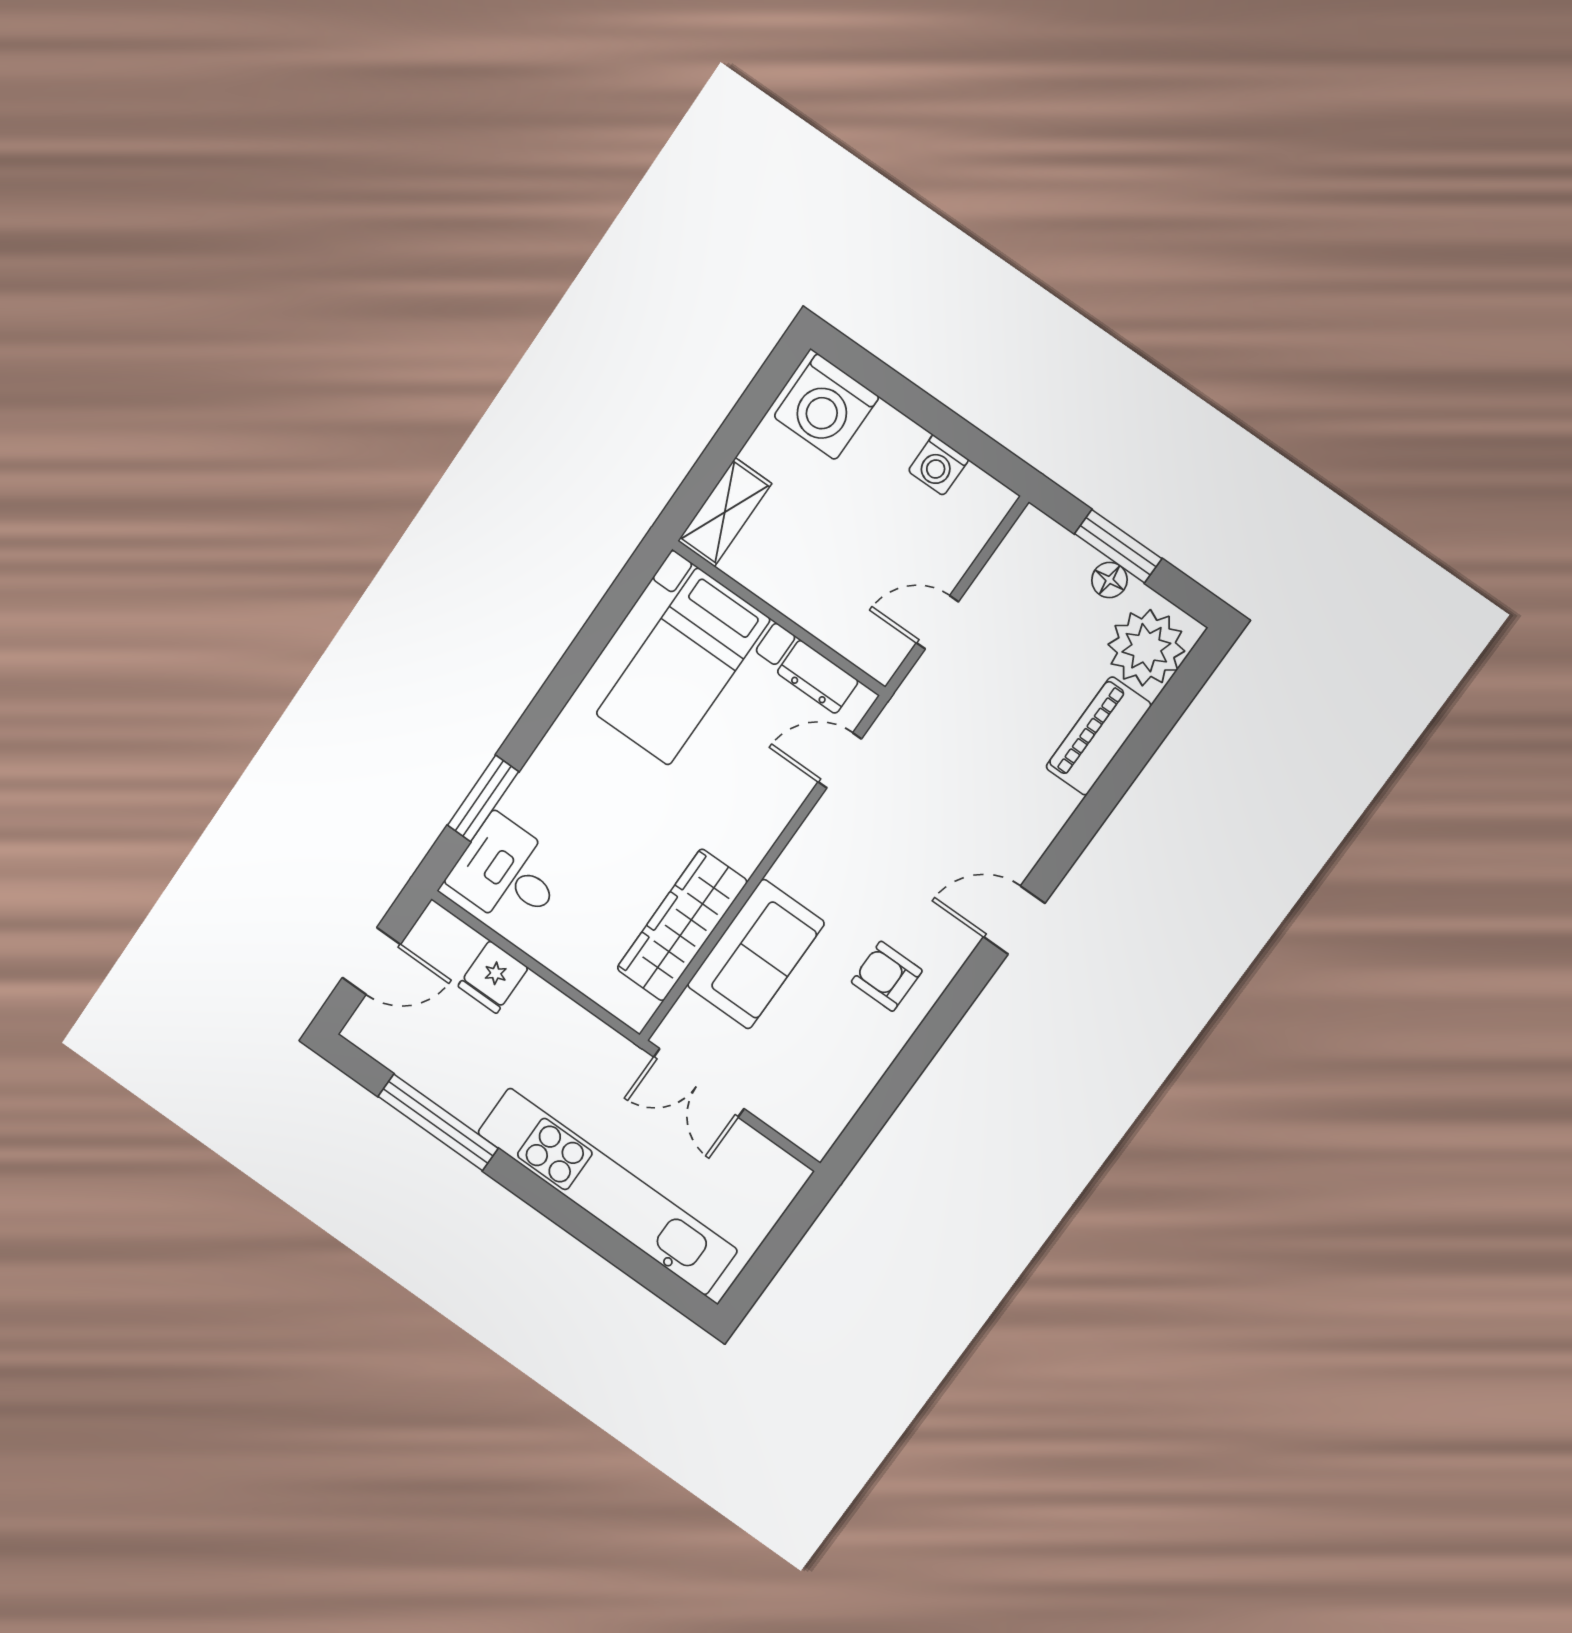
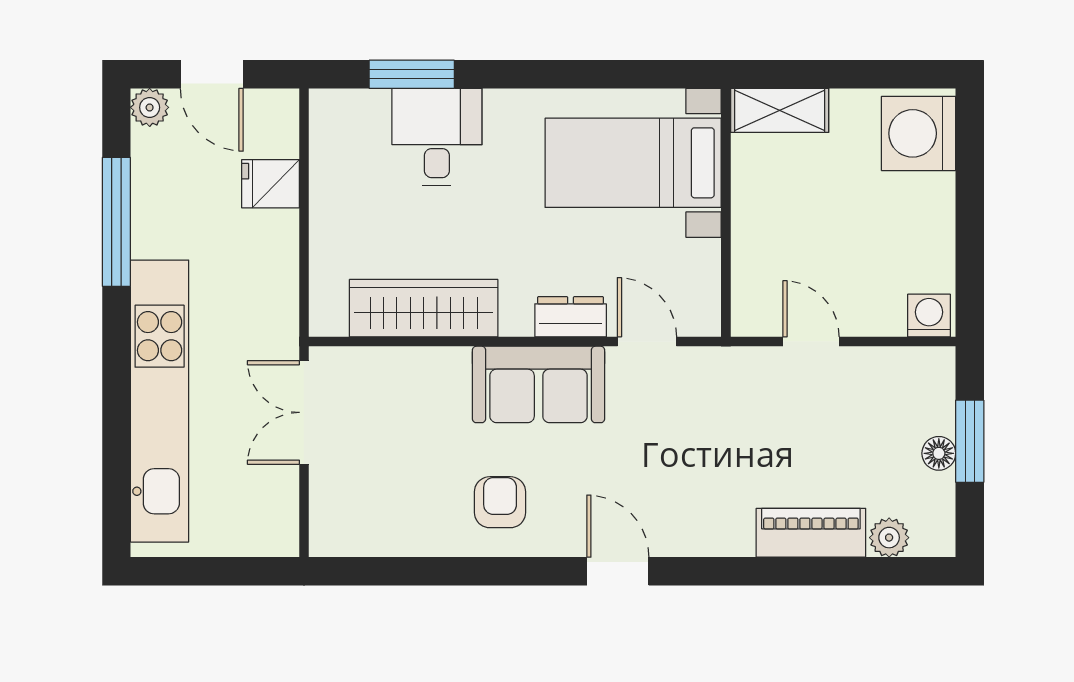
washing machine: (938, 465) -> (929, 316), moved, turned 90
plant: (1146, 648) -> (889, 538), width x0.53, depth x0.53
dresser: (818, 677) -> (571, 317), moved, turned 90
desk: (508, 873) -> (437, 137), moved
sofa: (756, 954) -> (539, 384), moved
plant: (364, 1030) -> (150, 107), added

